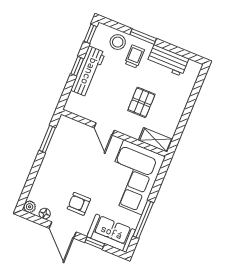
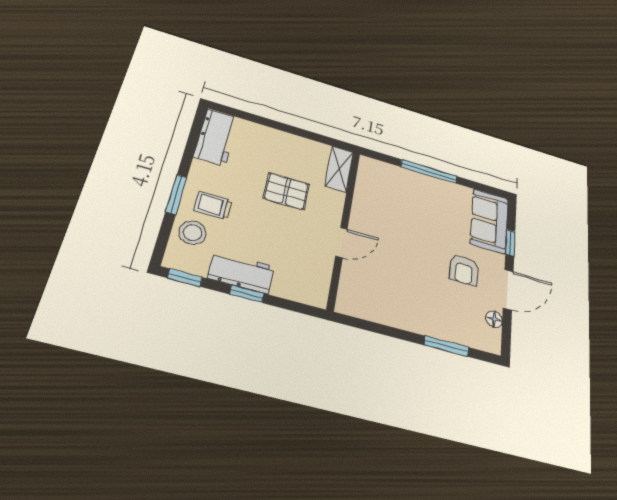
workbench: (168, 60) -> (216, 137), moved
workbench: (88, 71) -> (241, 272), width x0.73
window: (47, 139) -> (446, 346), moved
corner sofa: (133, 177) -> (402, 197), removed
plant: (30, 207) -> (492, 344), removed
window: (143, 219) -> (429, 171), moved

